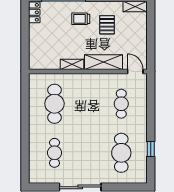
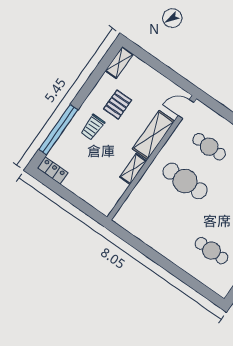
pallet: (107, 25) -> (118, 104), turned 90
cafe table: (54, 104) -> (185, 181), moved

